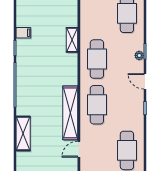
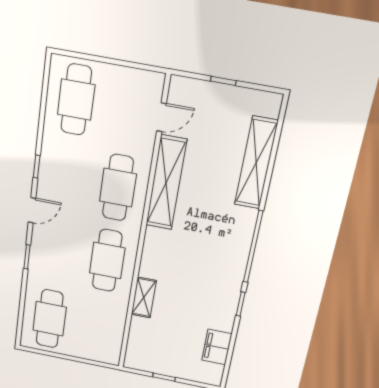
filing cabinet: (23, 33) -> (217, 347), moved, width x2.00
plant: (139, 55) -> (37, 252), removed
door: (145, 81) -> (32, 210), hinge flipped
shelving: (23, 134) -> (256, 163), width x1.47

